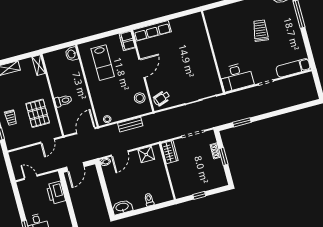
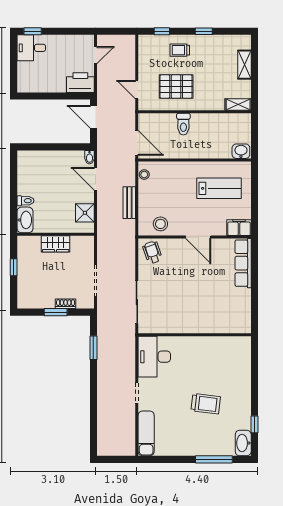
lab bench: (103, 63) -> (219, 188), turned 180
wardrobe: (170, 152) -> (56, 244), moved
printer: (56, 193) -> (80, 83), moved
washbasin: (122, 207) -> (25, 220), moved

